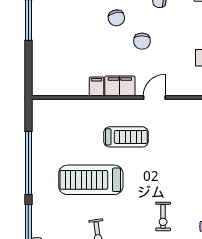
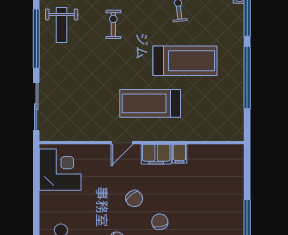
chair: (142, 41) -> (134, 199), turned 142
treadmill: (126, 137) -> (150, 103), width x1.37, depth x1.38

